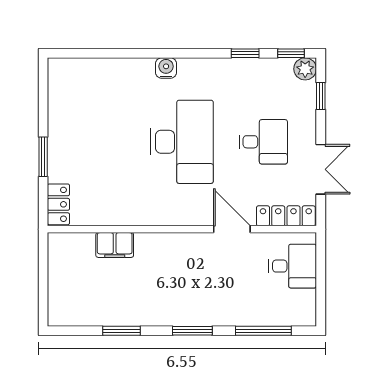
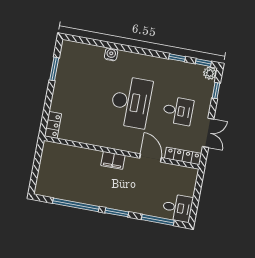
water cooler: (166, 68) -> (111, 54), moved
window: (43, 157) -> (54, 69), moved
filing cabinet: (115, 245) -> (113, 160), moved
desk: (293, 266) -> (177, 208), moved
window: (122, 331) -> (76, 205), width x2.11

